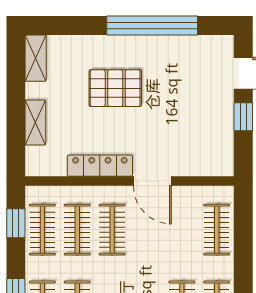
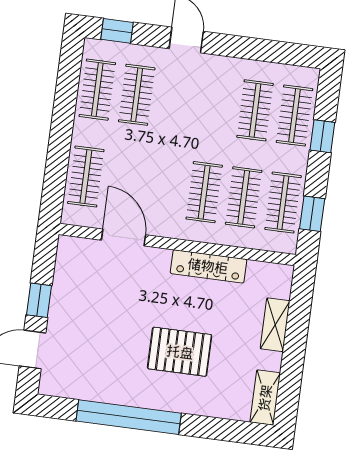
door: (152, 181) -> (124, 237), moved

